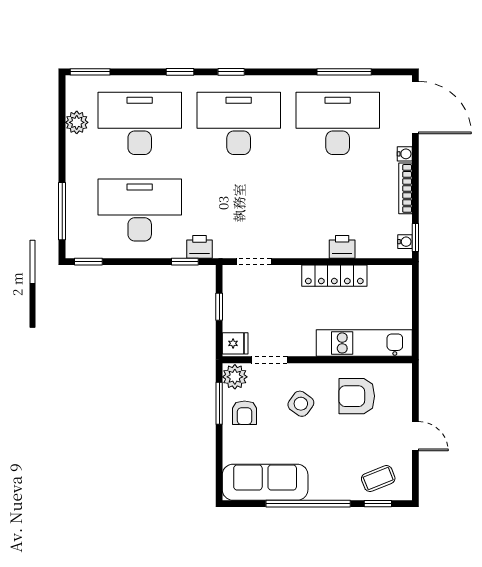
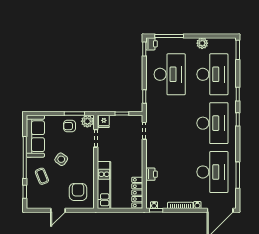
plant: (77, 122) -> (202, 43), moved
printer: (199, 247) -> (151, 44), moved
locker: (334, 276) -> (137, 193), moved
armchair: (357, 396) -> (78, 192), moved
side table: (301, 404) -> (61, 159), moved
coffee table: (378, 479) -> (42, 176), moved

